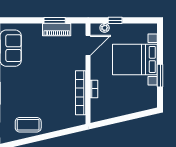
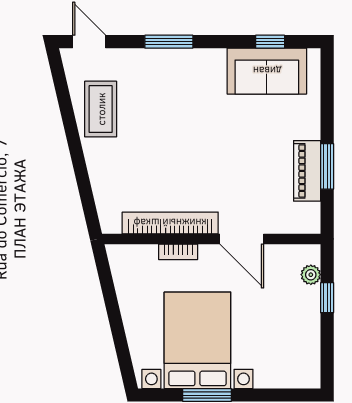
door: (88, 45) -> (242, 239), moved
bed with nightstands: (135, 59) -> (197, 340), moved

